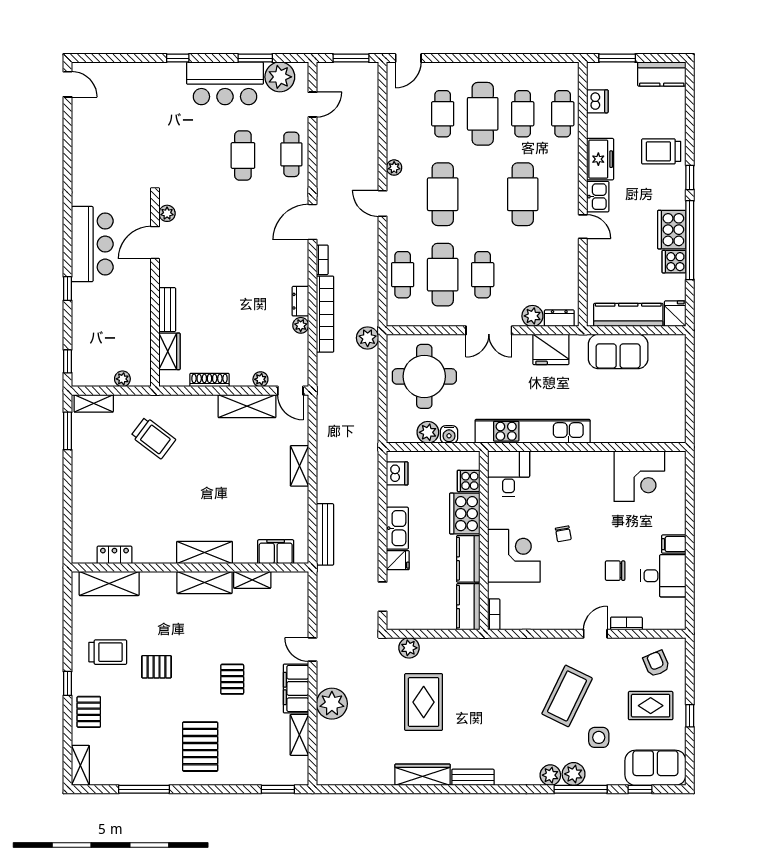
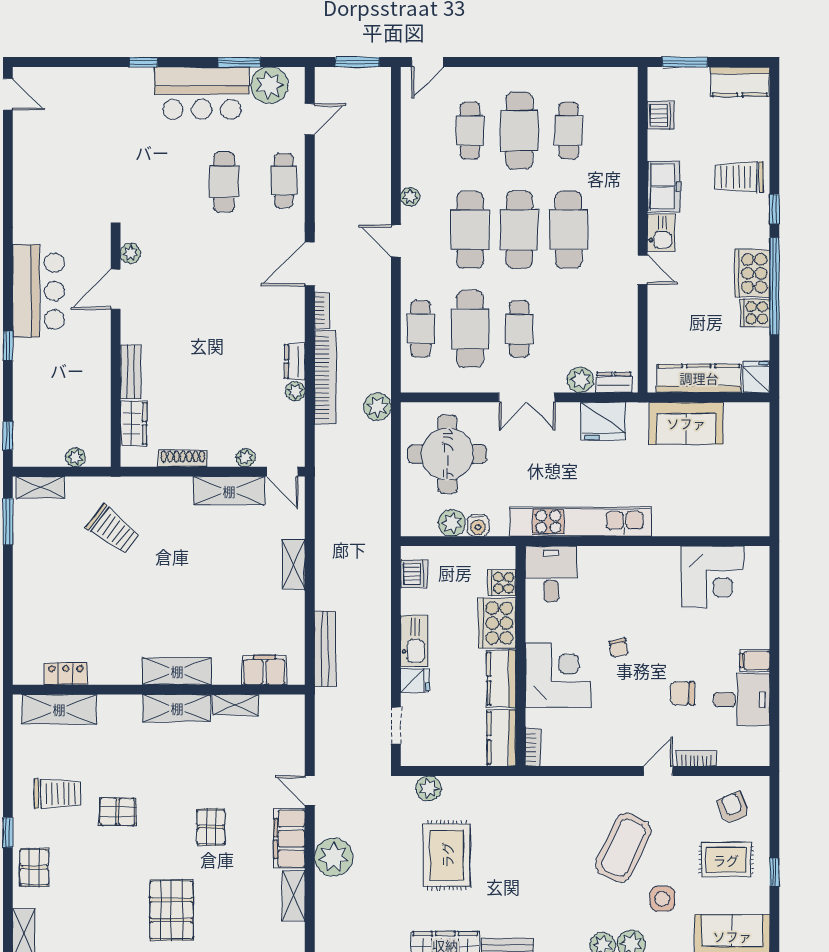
cafe table: (563, 114) -> (519, 230), moved, width x1.37, depth x1.35

